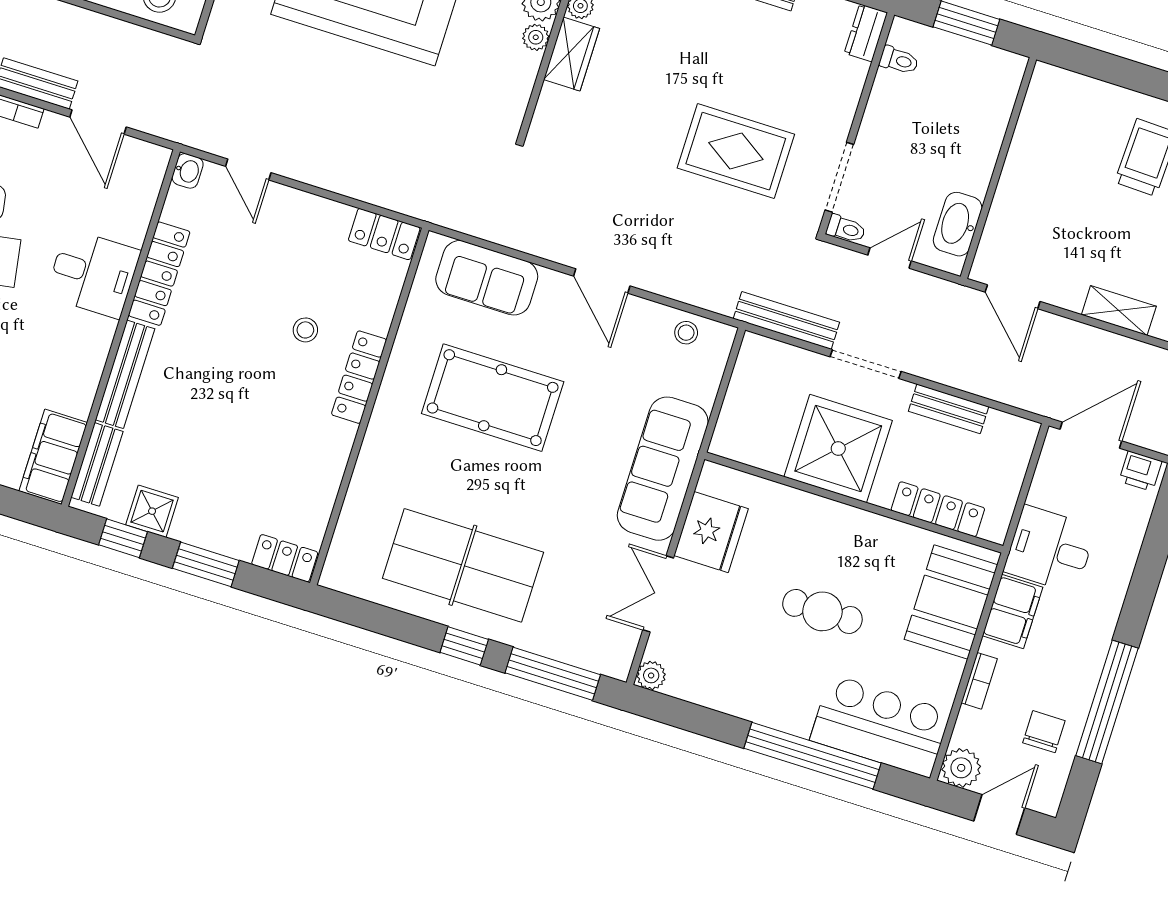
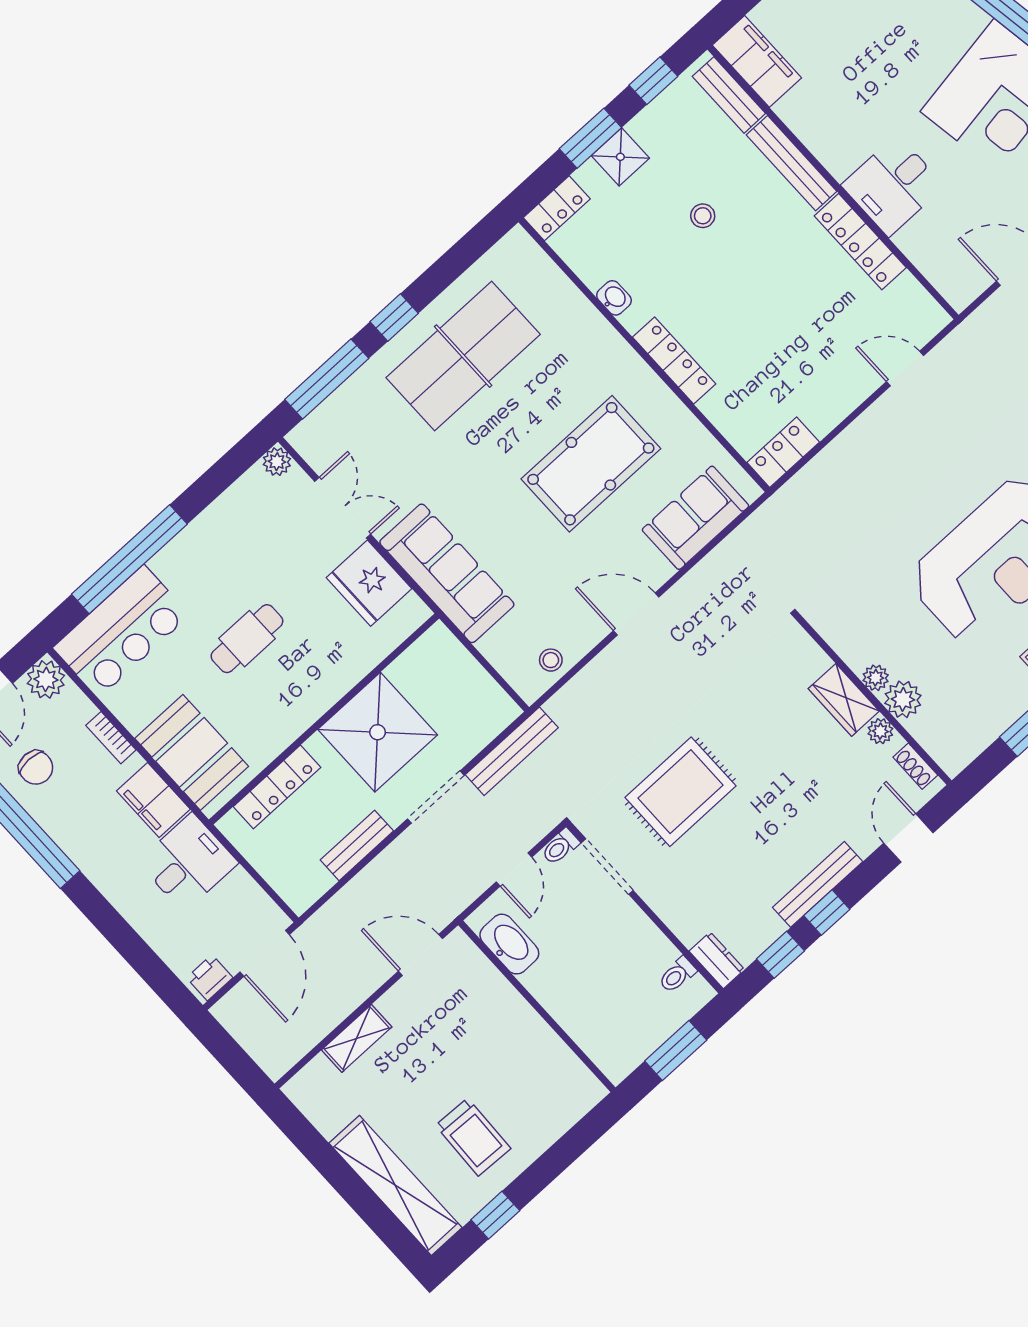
washbasin: (188, 171) -> (614, 298), moved, turned 180
stool: (305, 330) -> (703, 216), moved
shower: (152, 511) -> (620, 157), moved

